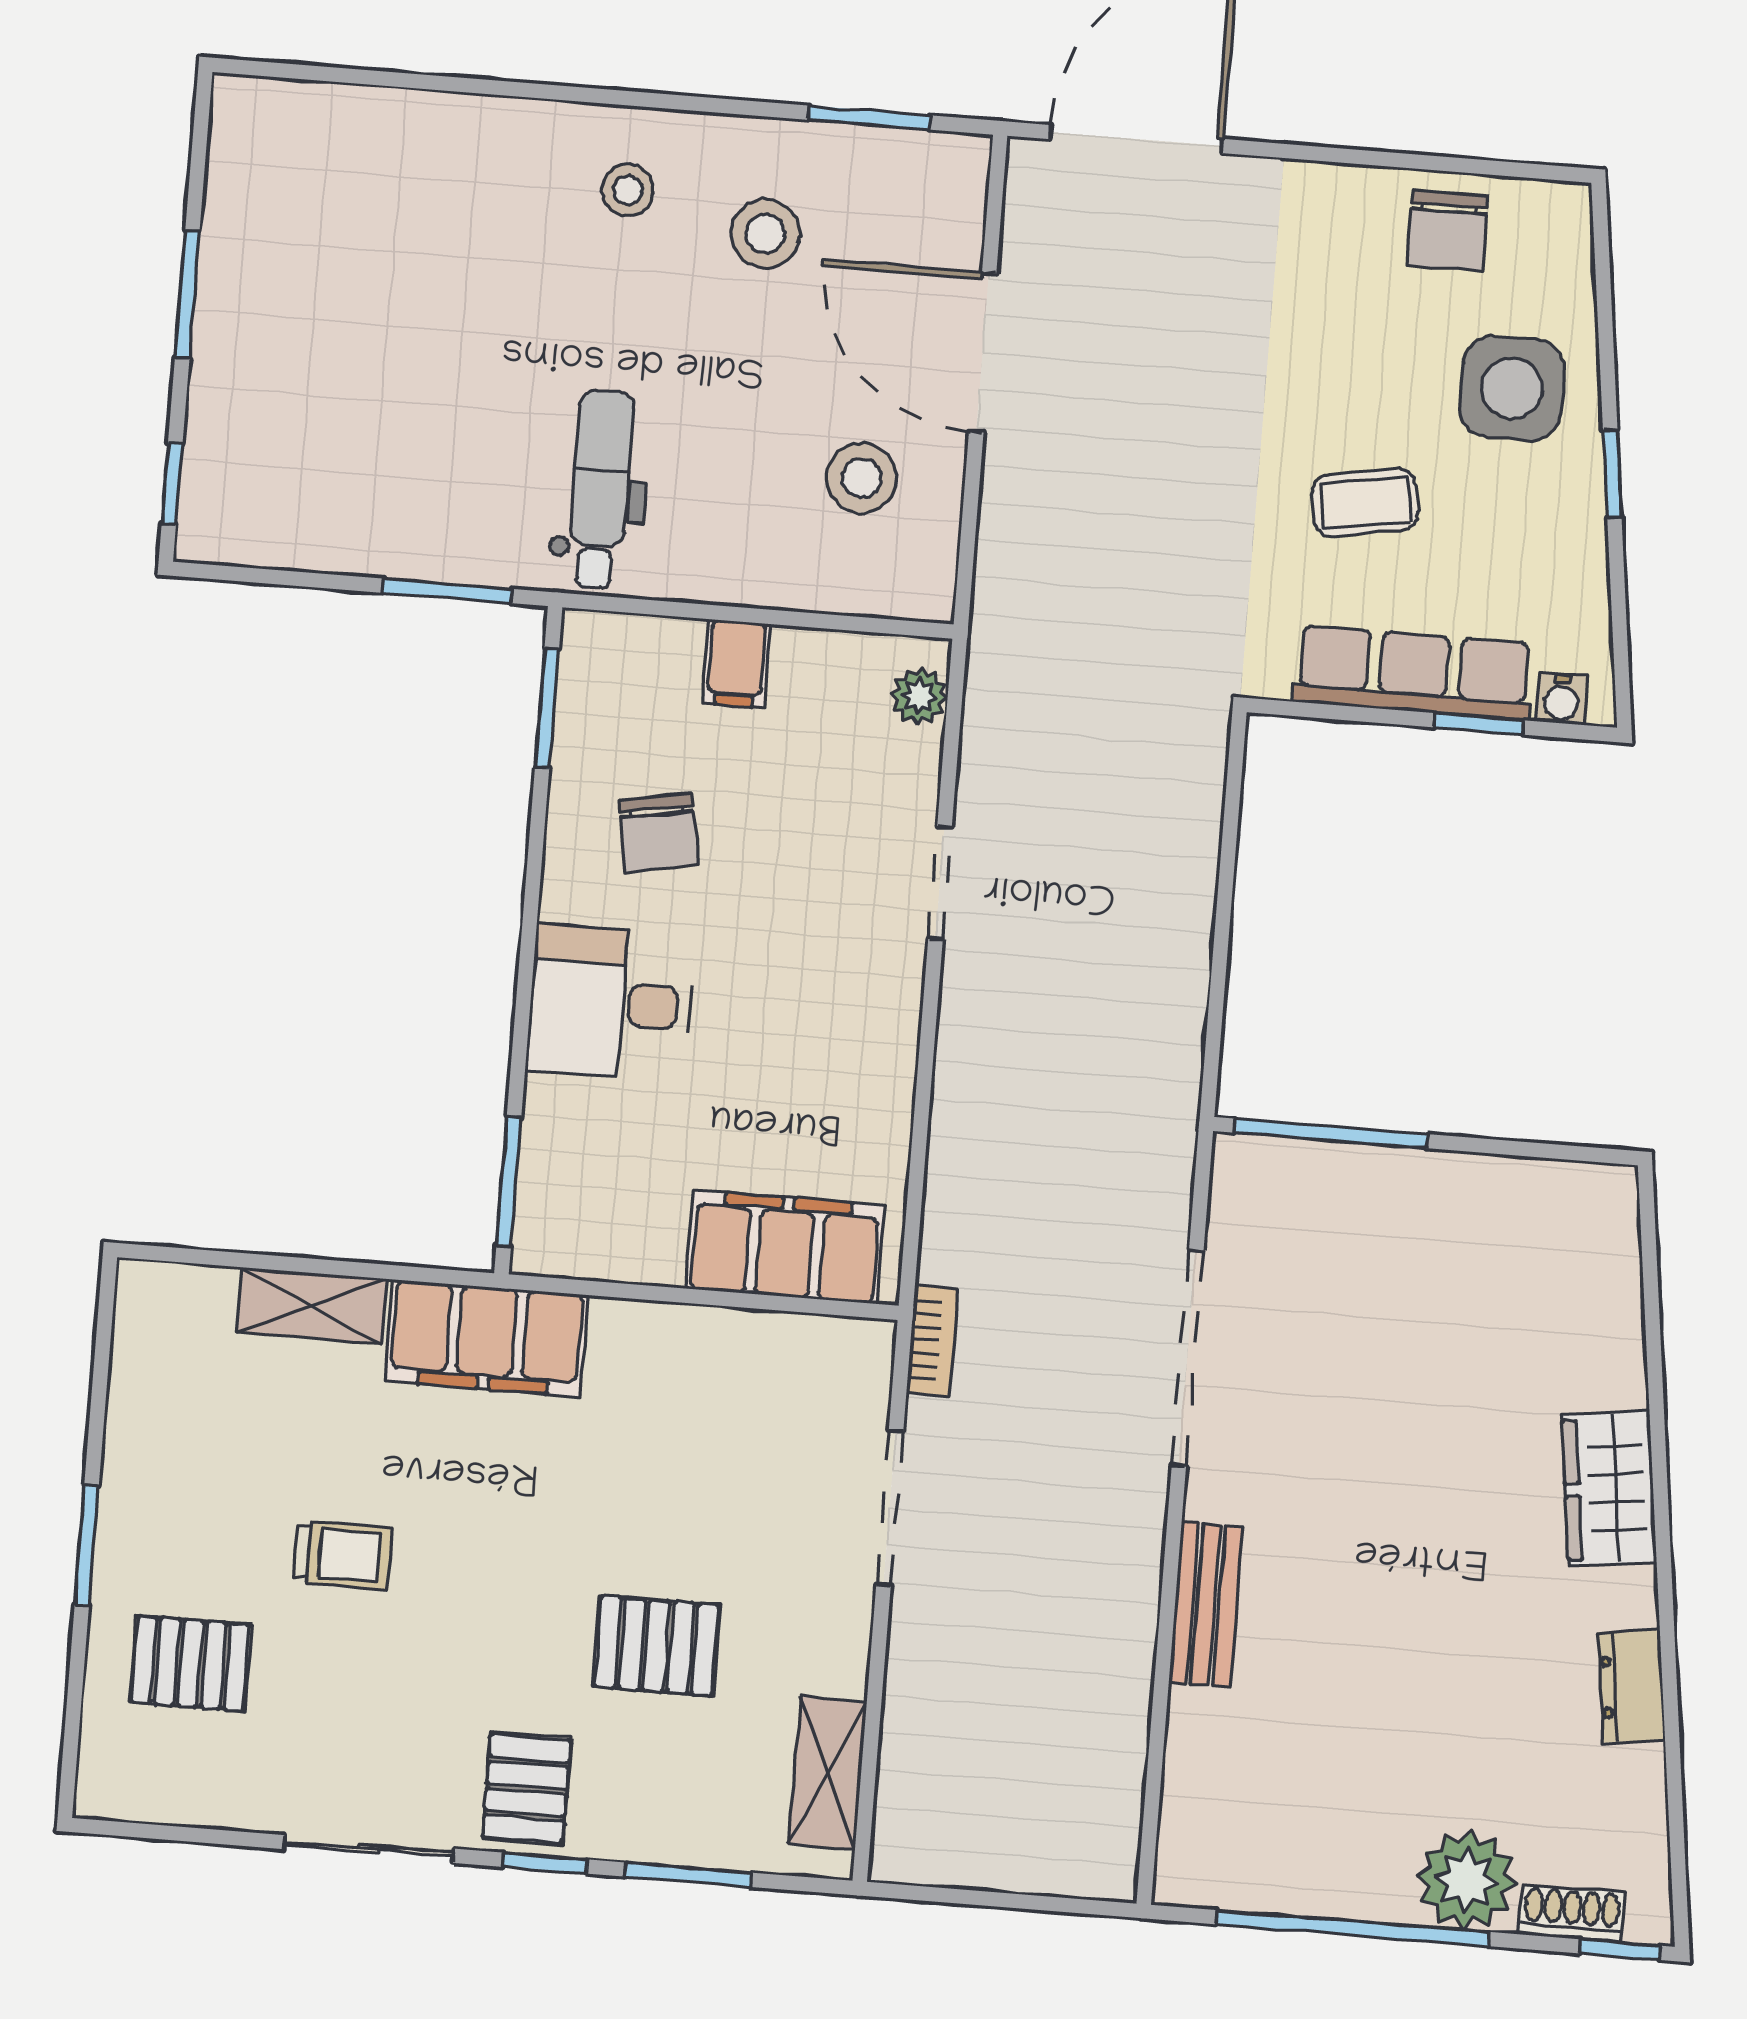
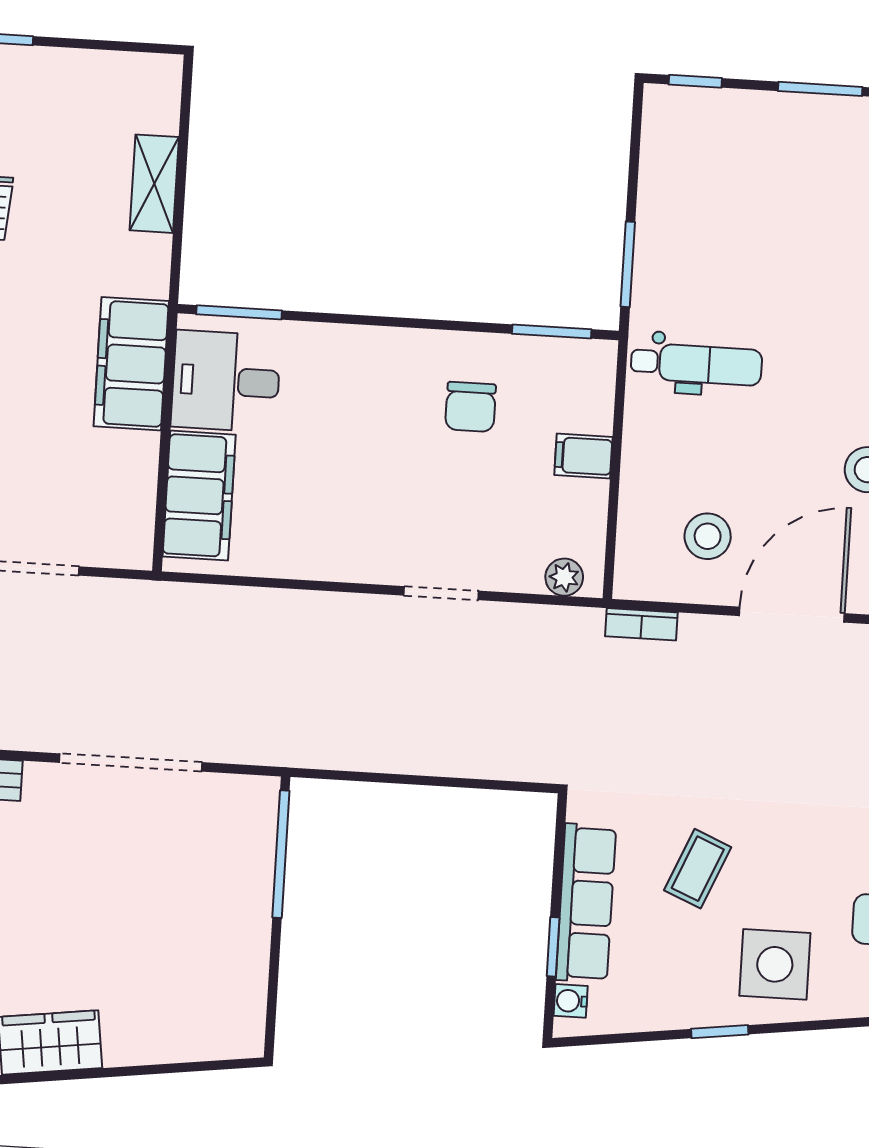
coffee table: (1365, 503) -> (698, 869), turned 32
chair: (659, 833) -> (471, 407), turned -80
desk: (610, 1003) -> (226, 381), moved, turned -90
filing cabinet: (486, 1338) -> (131, 364), moved
bookcase: (932, 1340) -> (641, 624), moved

